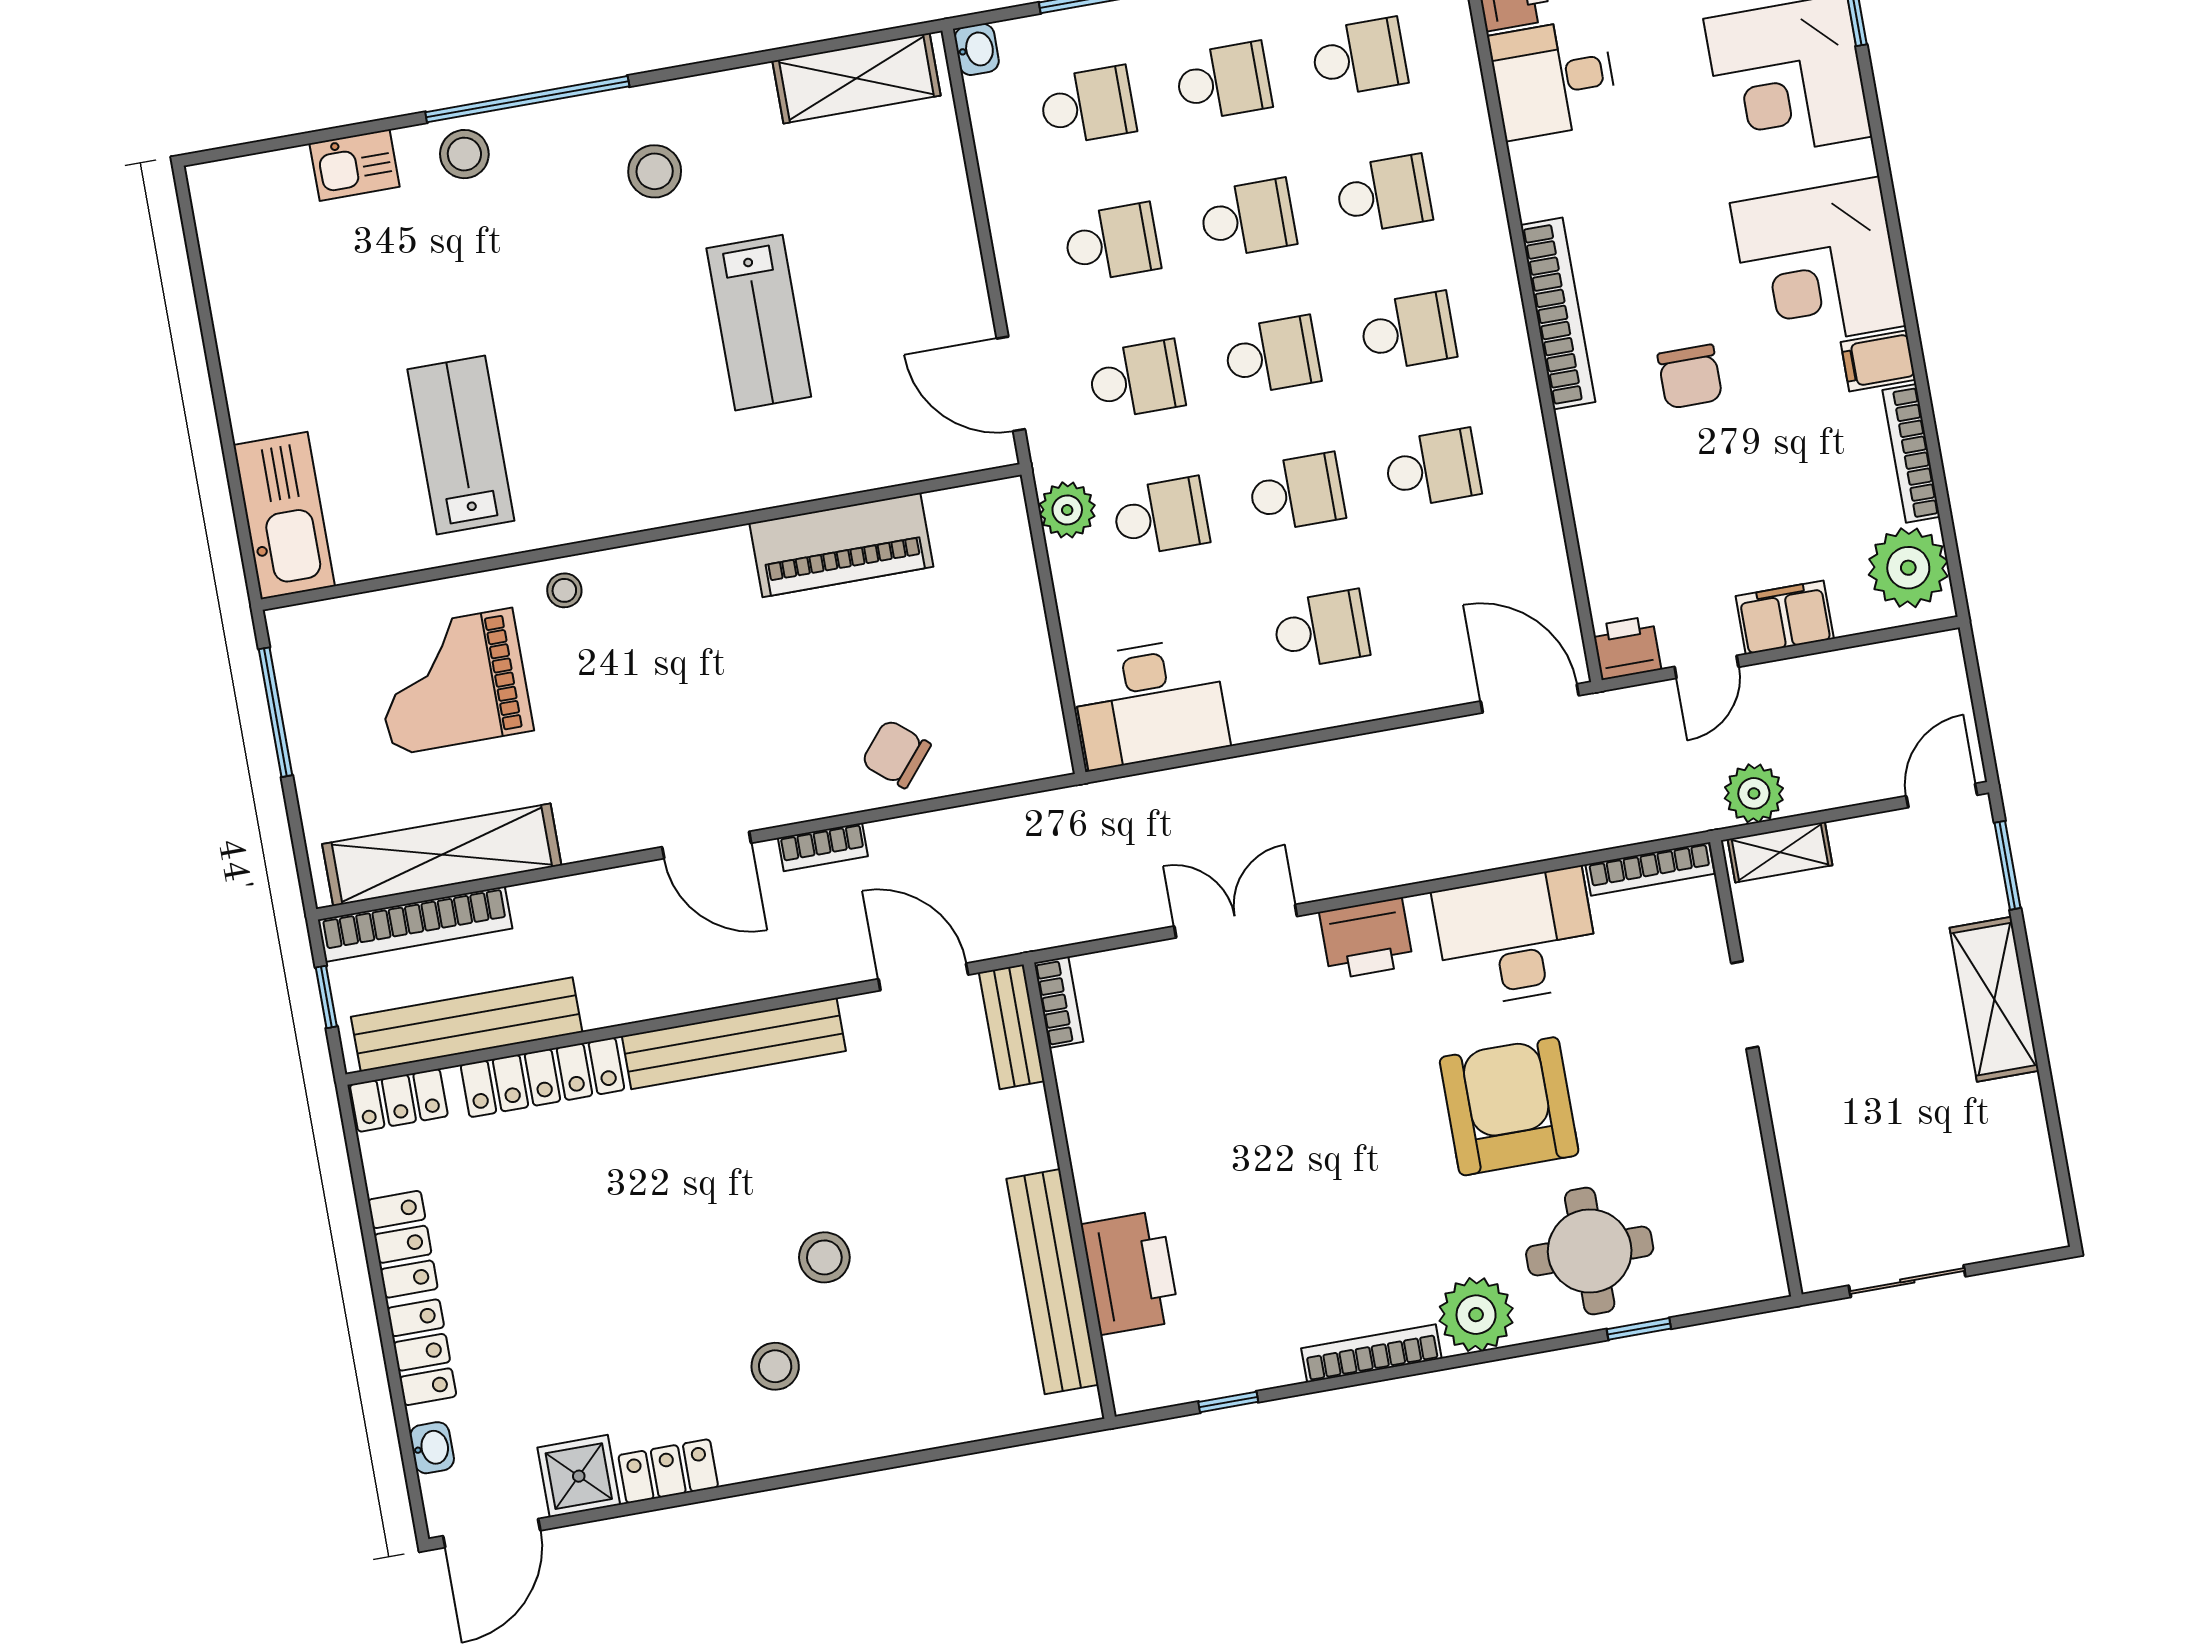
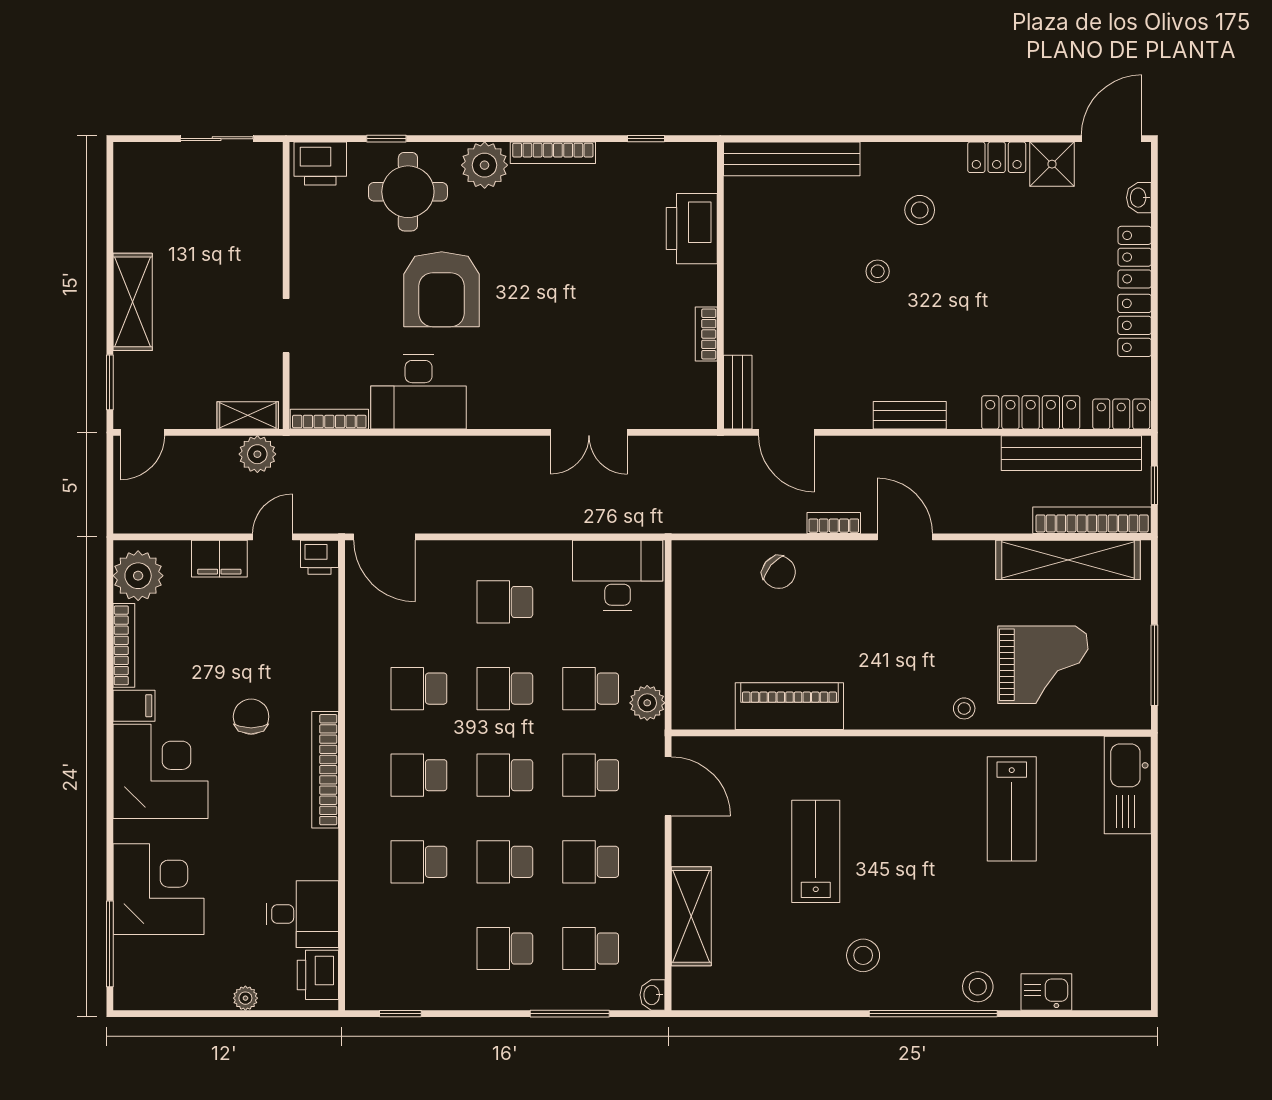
school desk: (1359, 57) -> (419, 948), removed
shelving: (856, 78) -> (691, 916), moved, turned 90
printer: (1366, 939) -> (320, 164), moved, turned 180
bookcase: (1059, 1002) -> (706, 334), moved
bench: (734, 1043) -> (910, 415), width x0.54, depth x0.82
stool: (824, 1257) -> (878, 271), width x0.73, depth x0.73
bench: (1052, 1282) -> (792, 159), moved, turned 90

